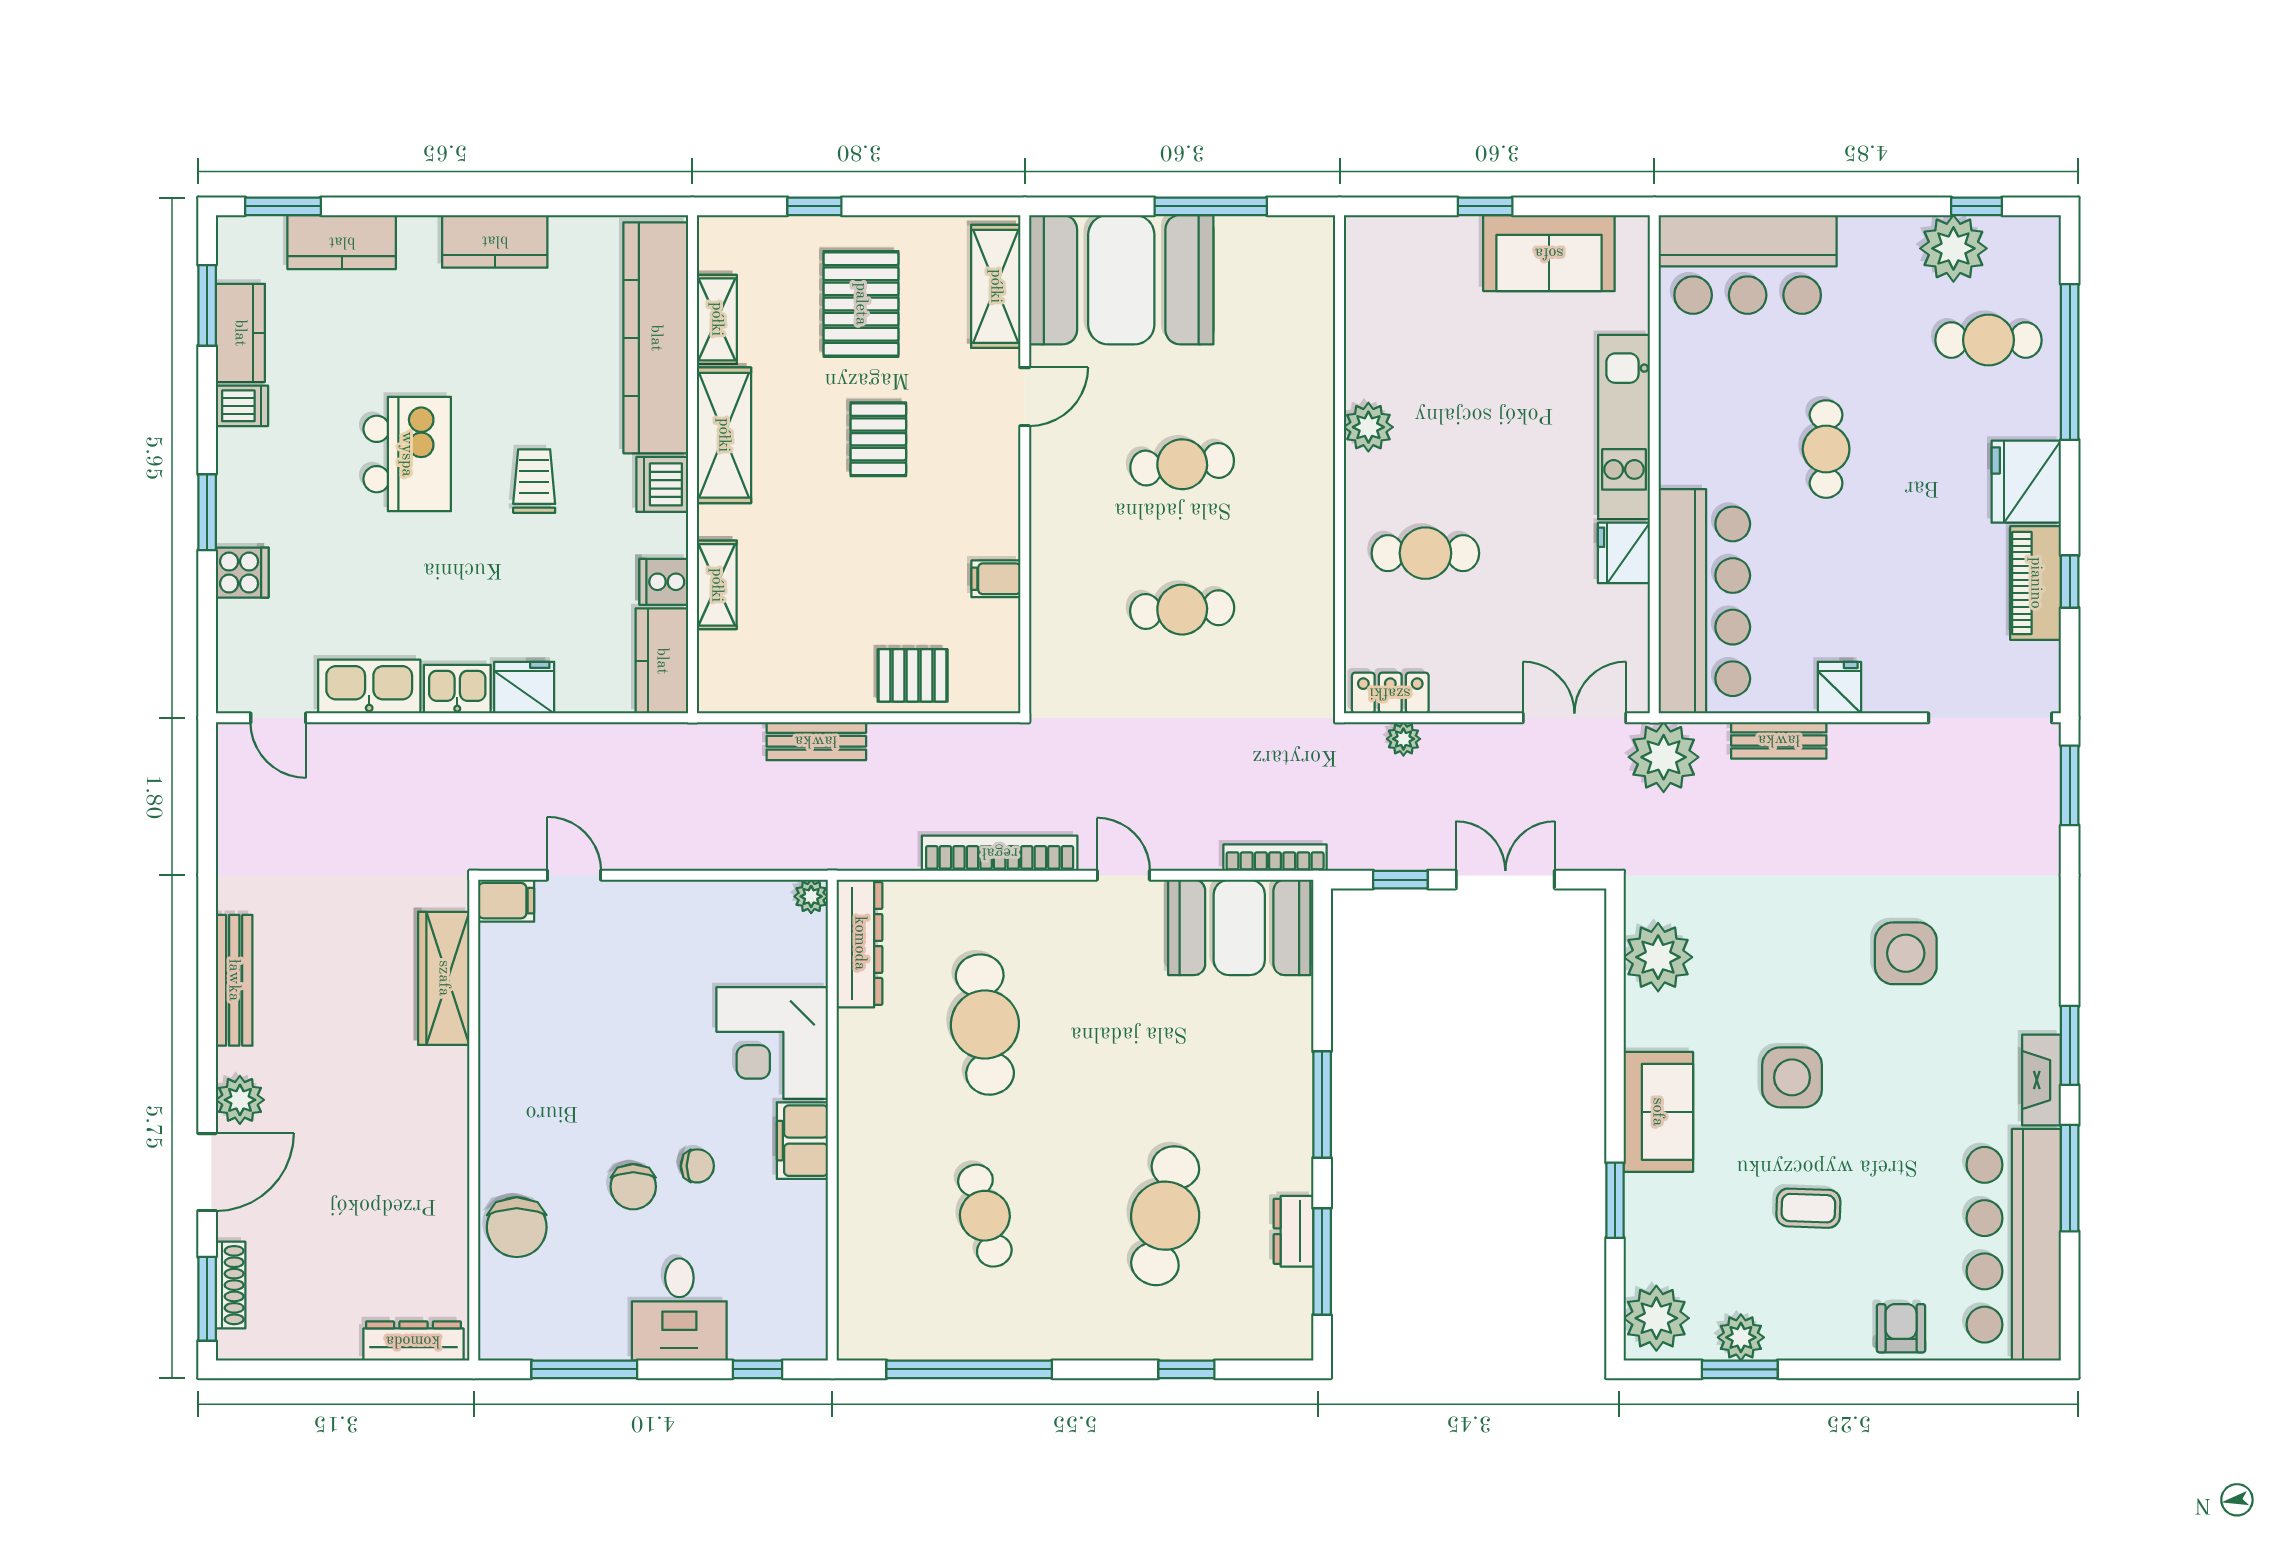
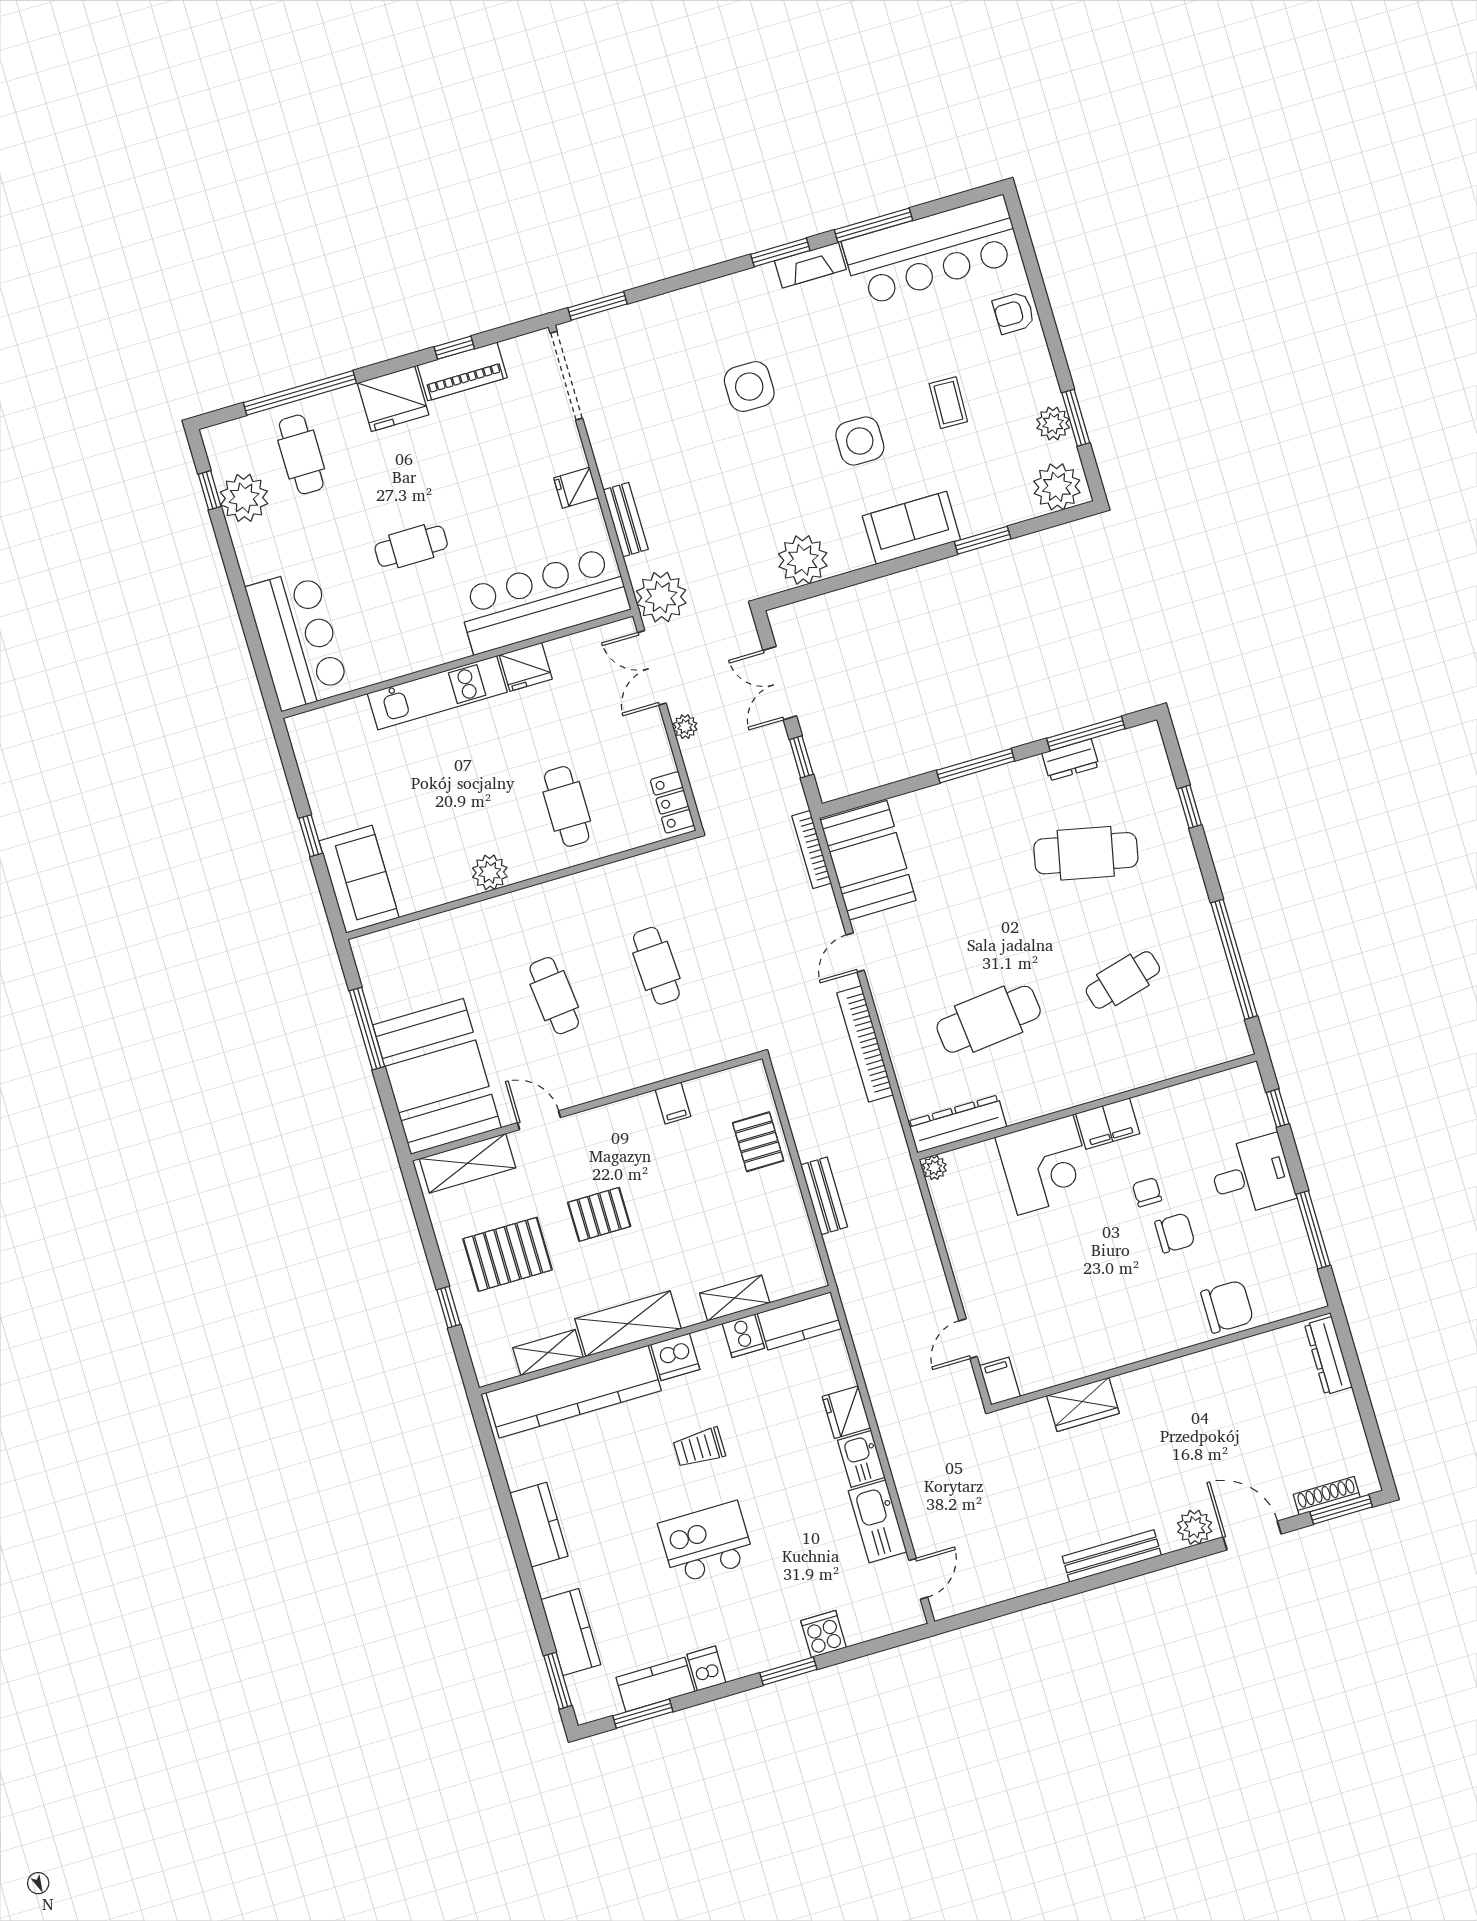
sofa: (1549, 253) -> (359, 879), moved
plant: (1403, 739) -> (685, 727), moved
wardrobe: (444, 978) -> (1083, 1404), width x0.67

